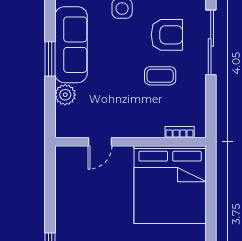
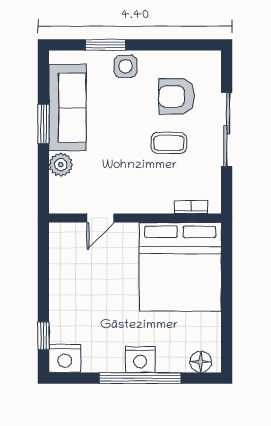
armchair: (167, 35) -> (177, 96), turned 180
sliding door: (211, 42) -> (227, 130), moved

